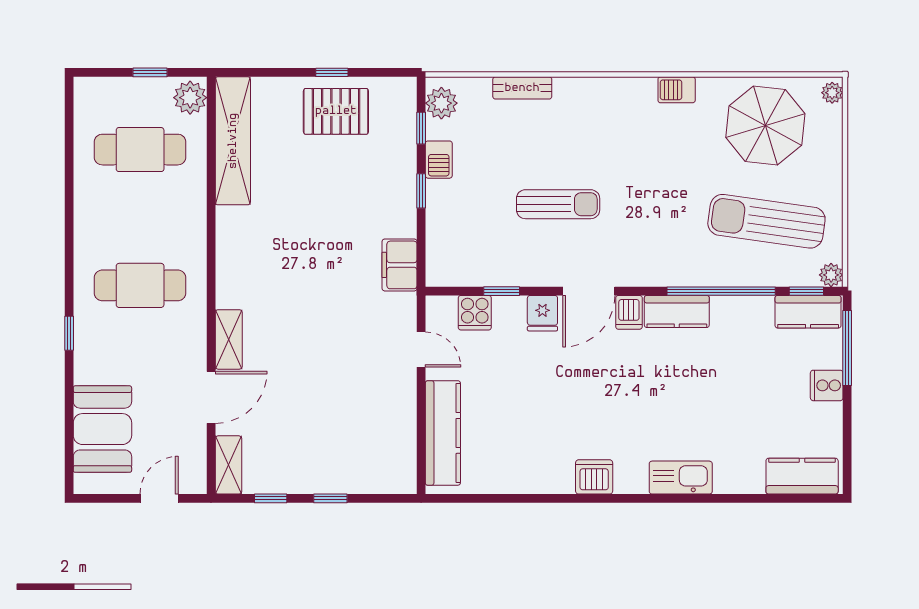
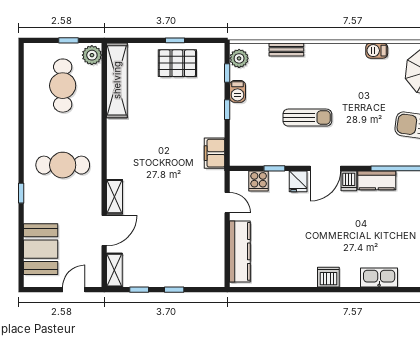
cafe table: (140, 150) -> (63, 86), turned 90

